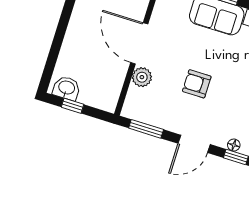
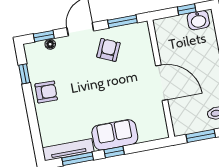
plant: (142, 77) -> (146, 58), removed
armchair: (197, 84) -> (108, 50), moved, turned -66

